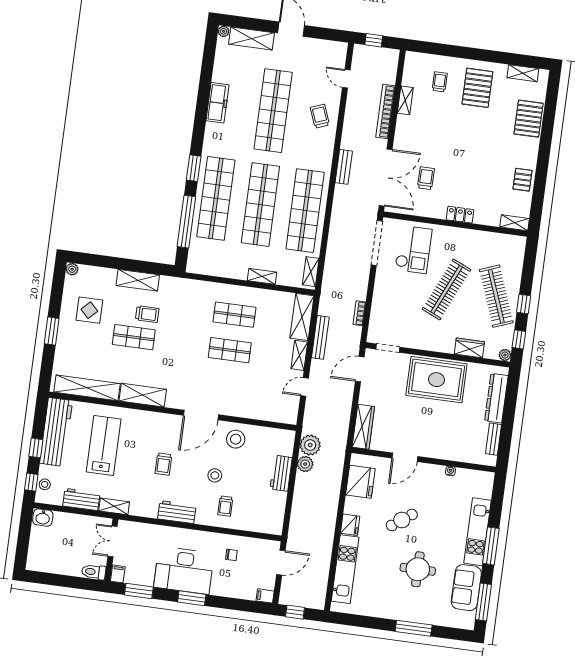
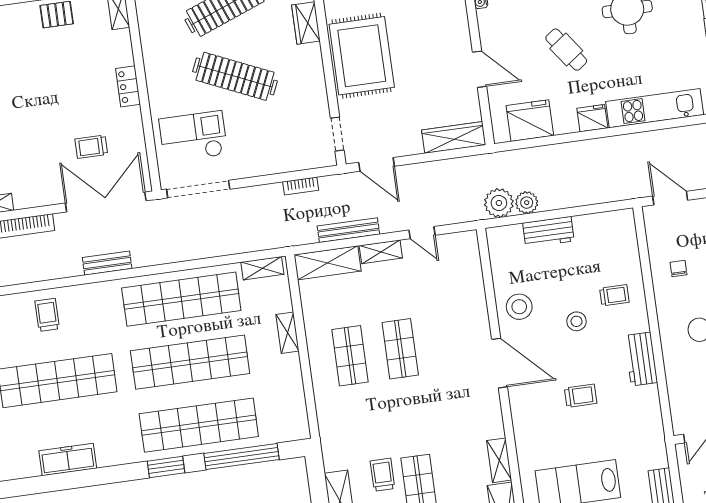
trolley: (320, 116) -> (47, 315), turned 111
shelving: (143, 395) -> (499, 460), width x0.67, depth x0.75
shelving: (114, 506) -> (657, 447), removed

